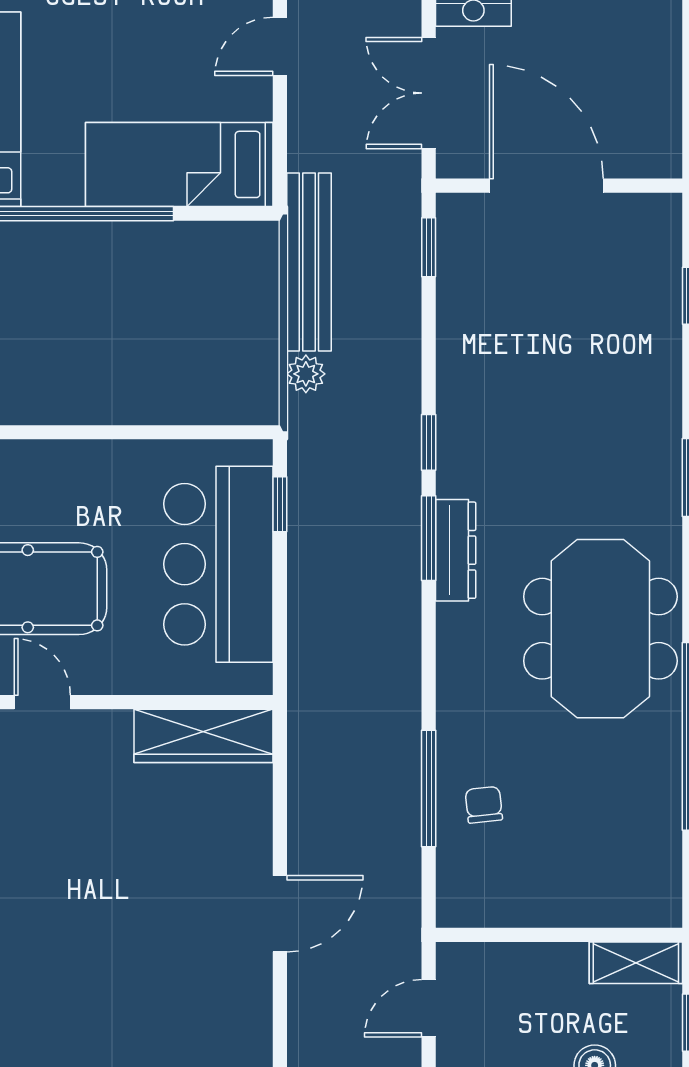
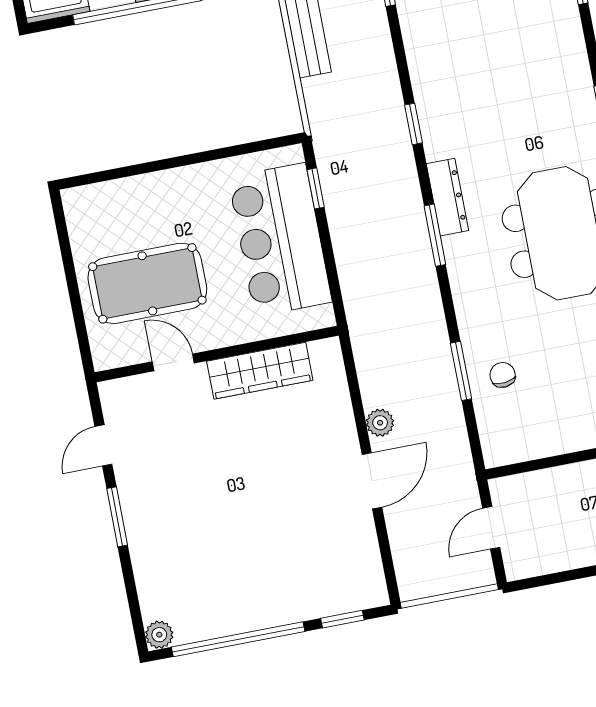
plant: (306, 374) -> (380, 423), moved
window: (429, 538) -> (435, 235), moved
wardrobe: (204, 736) -> (260, 371), moved
window: (429, 789) -> (461, 371), width x0.69

